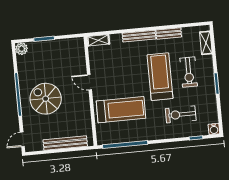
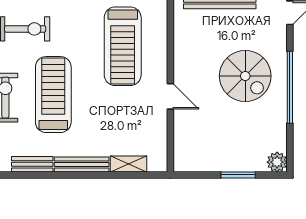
shelving: (98, 40) -> (129, 164), moved
treadmill: (160, 77) -> (53, 95), turned 180
treadmill: (121, 110) -> (123, 46), turned -90

